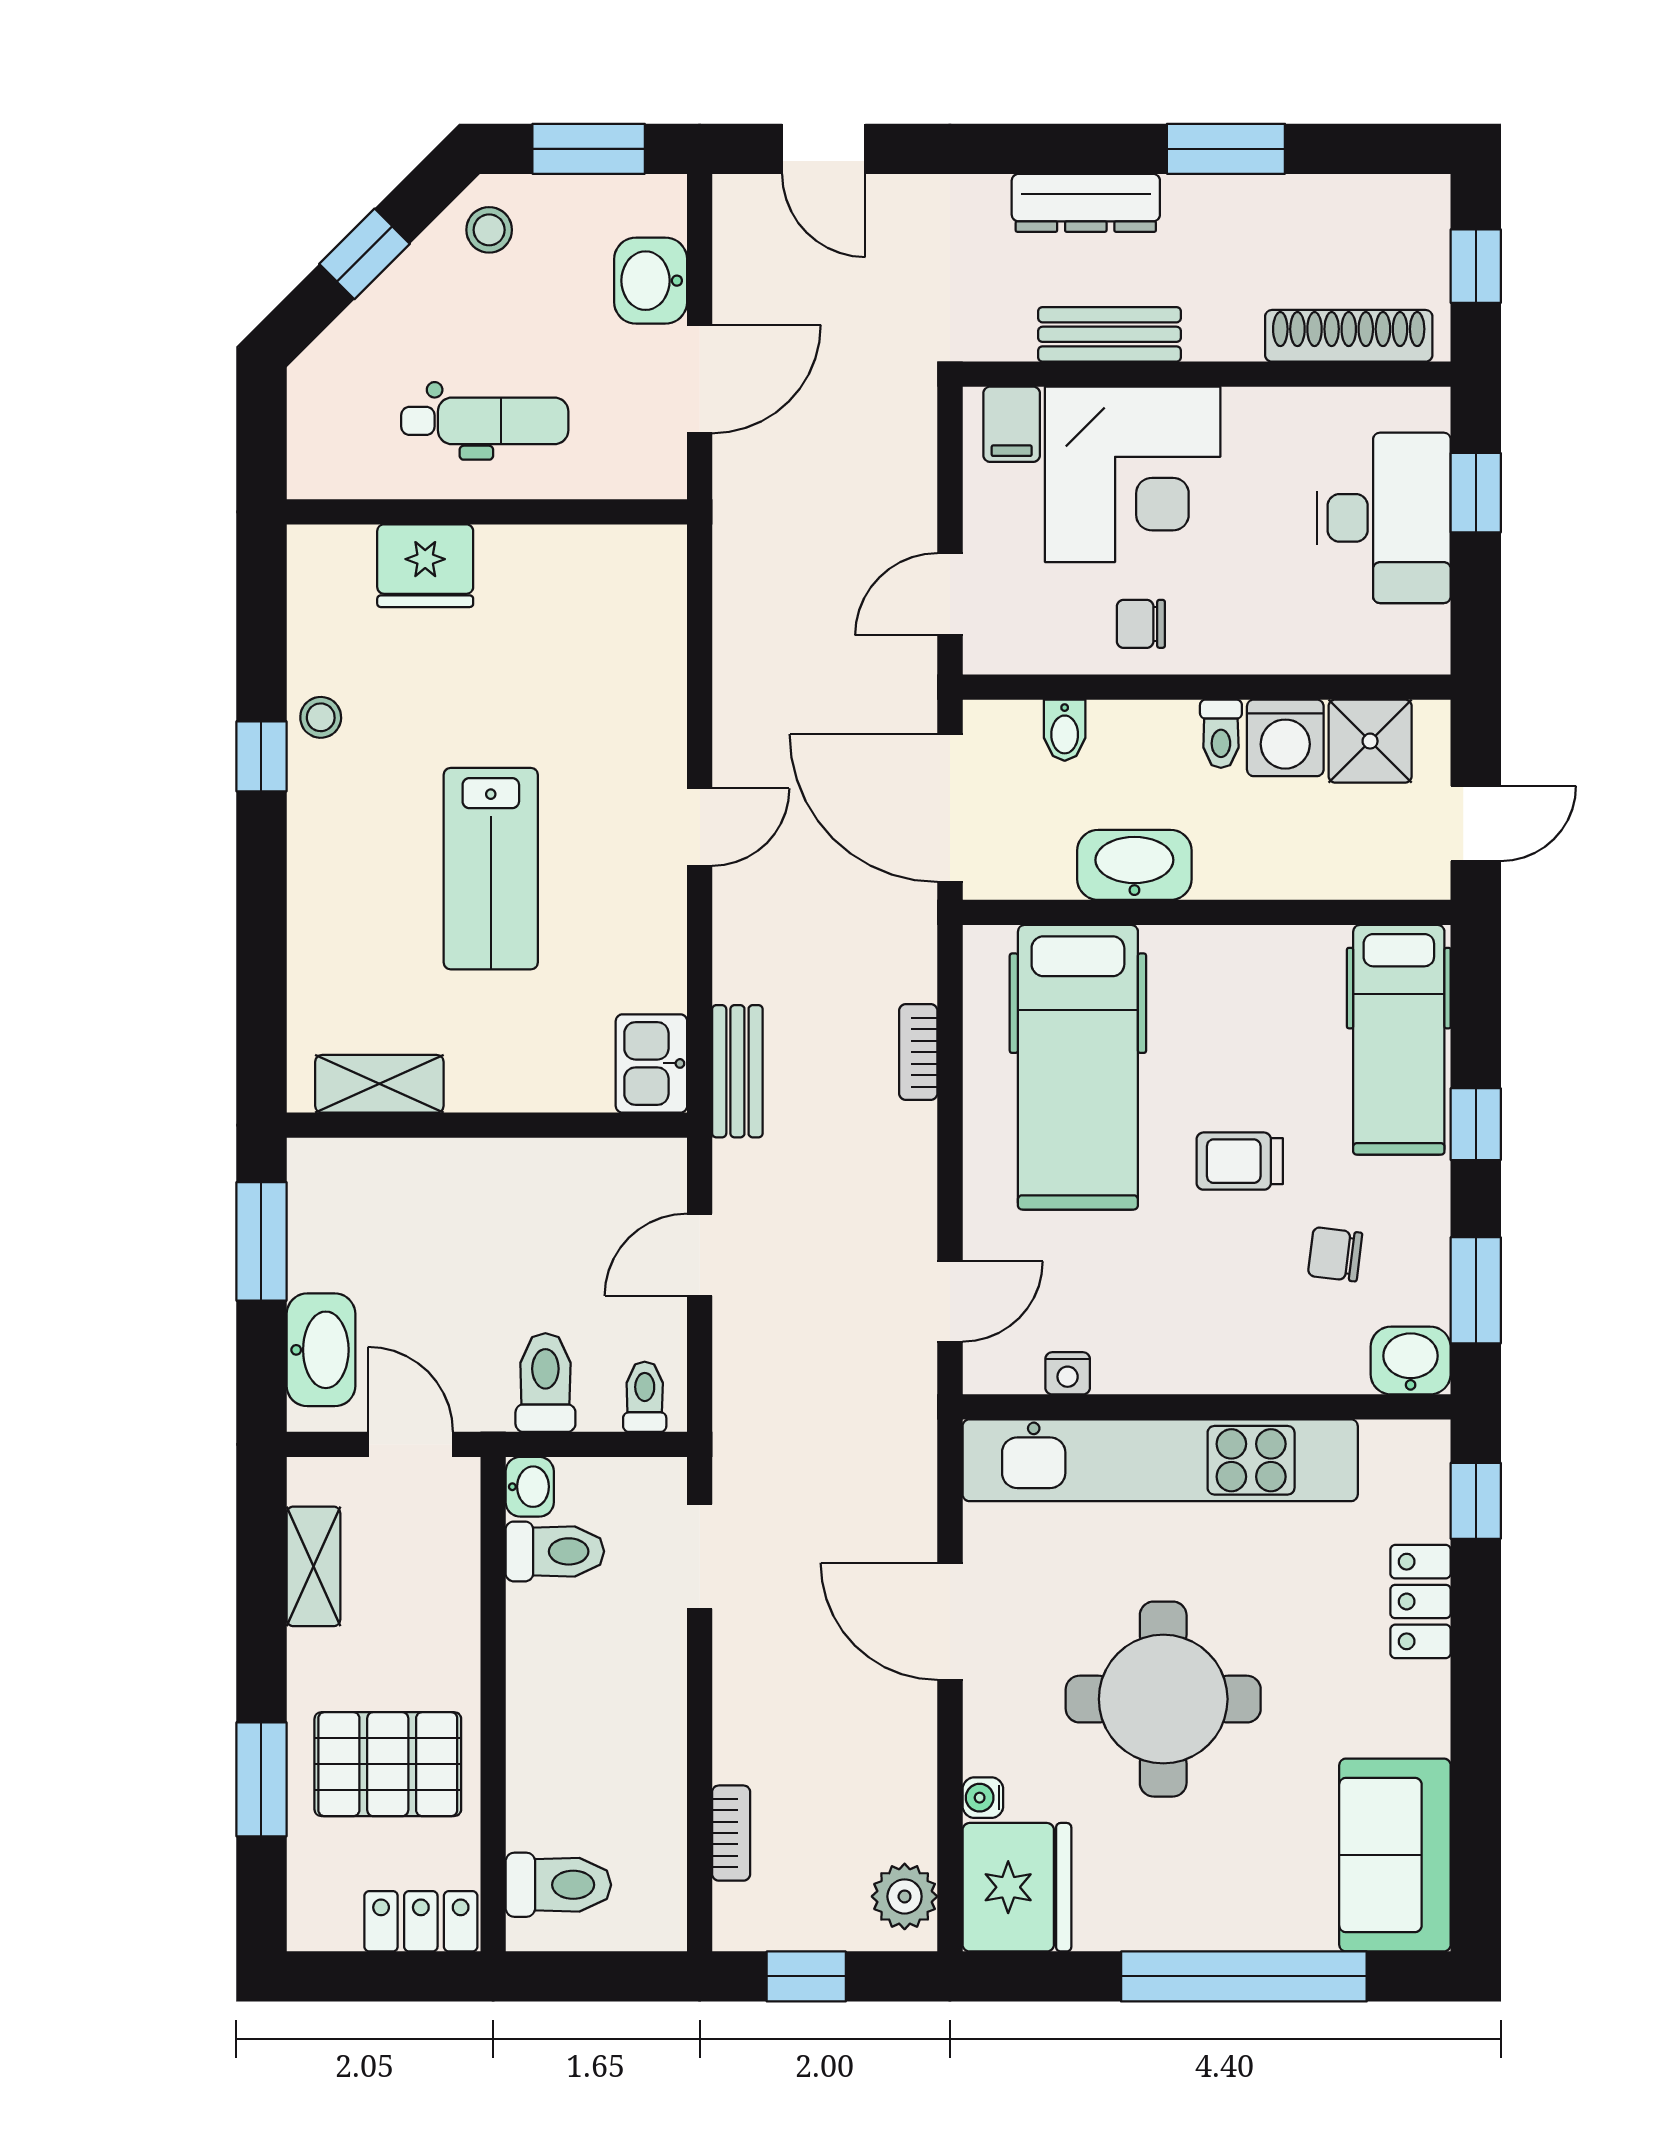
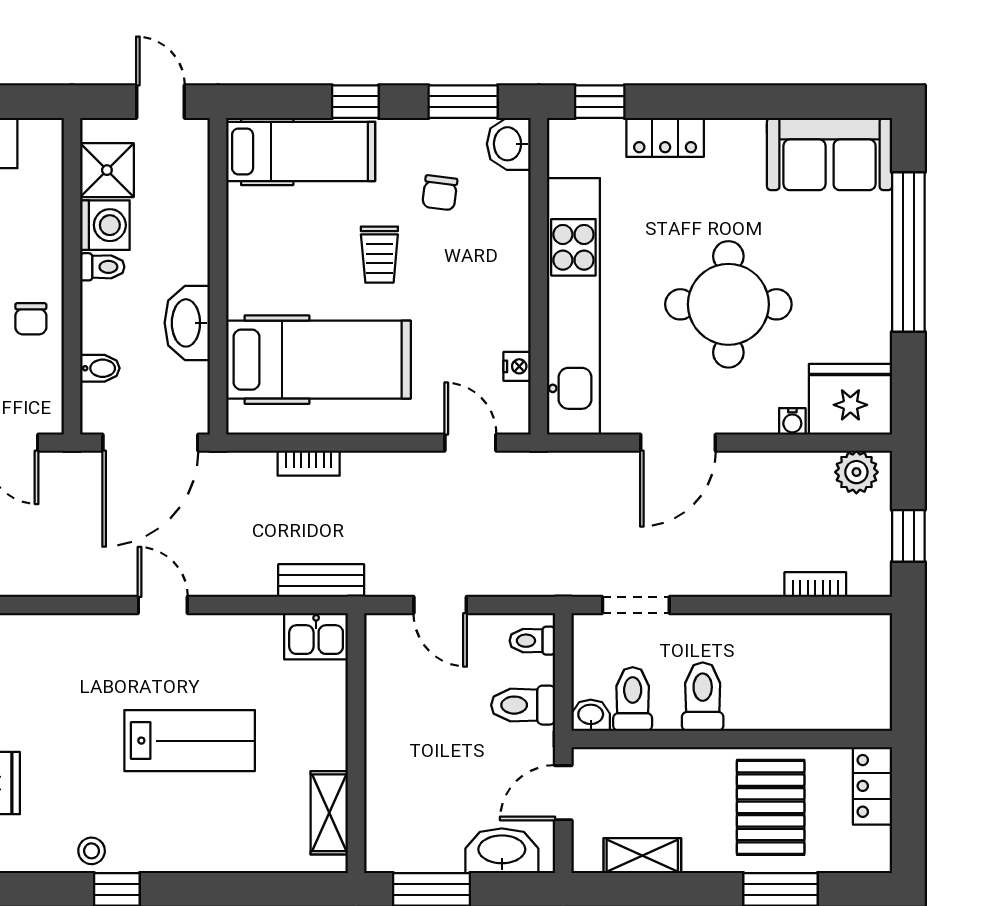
toilet: (558, 1885) -> (703, 697), moved

